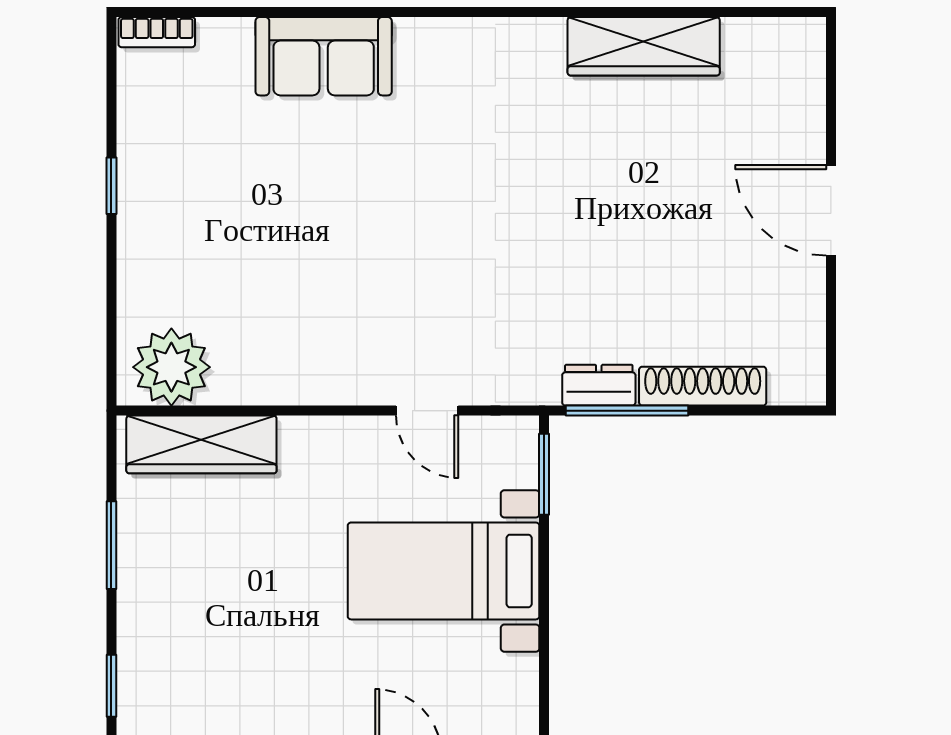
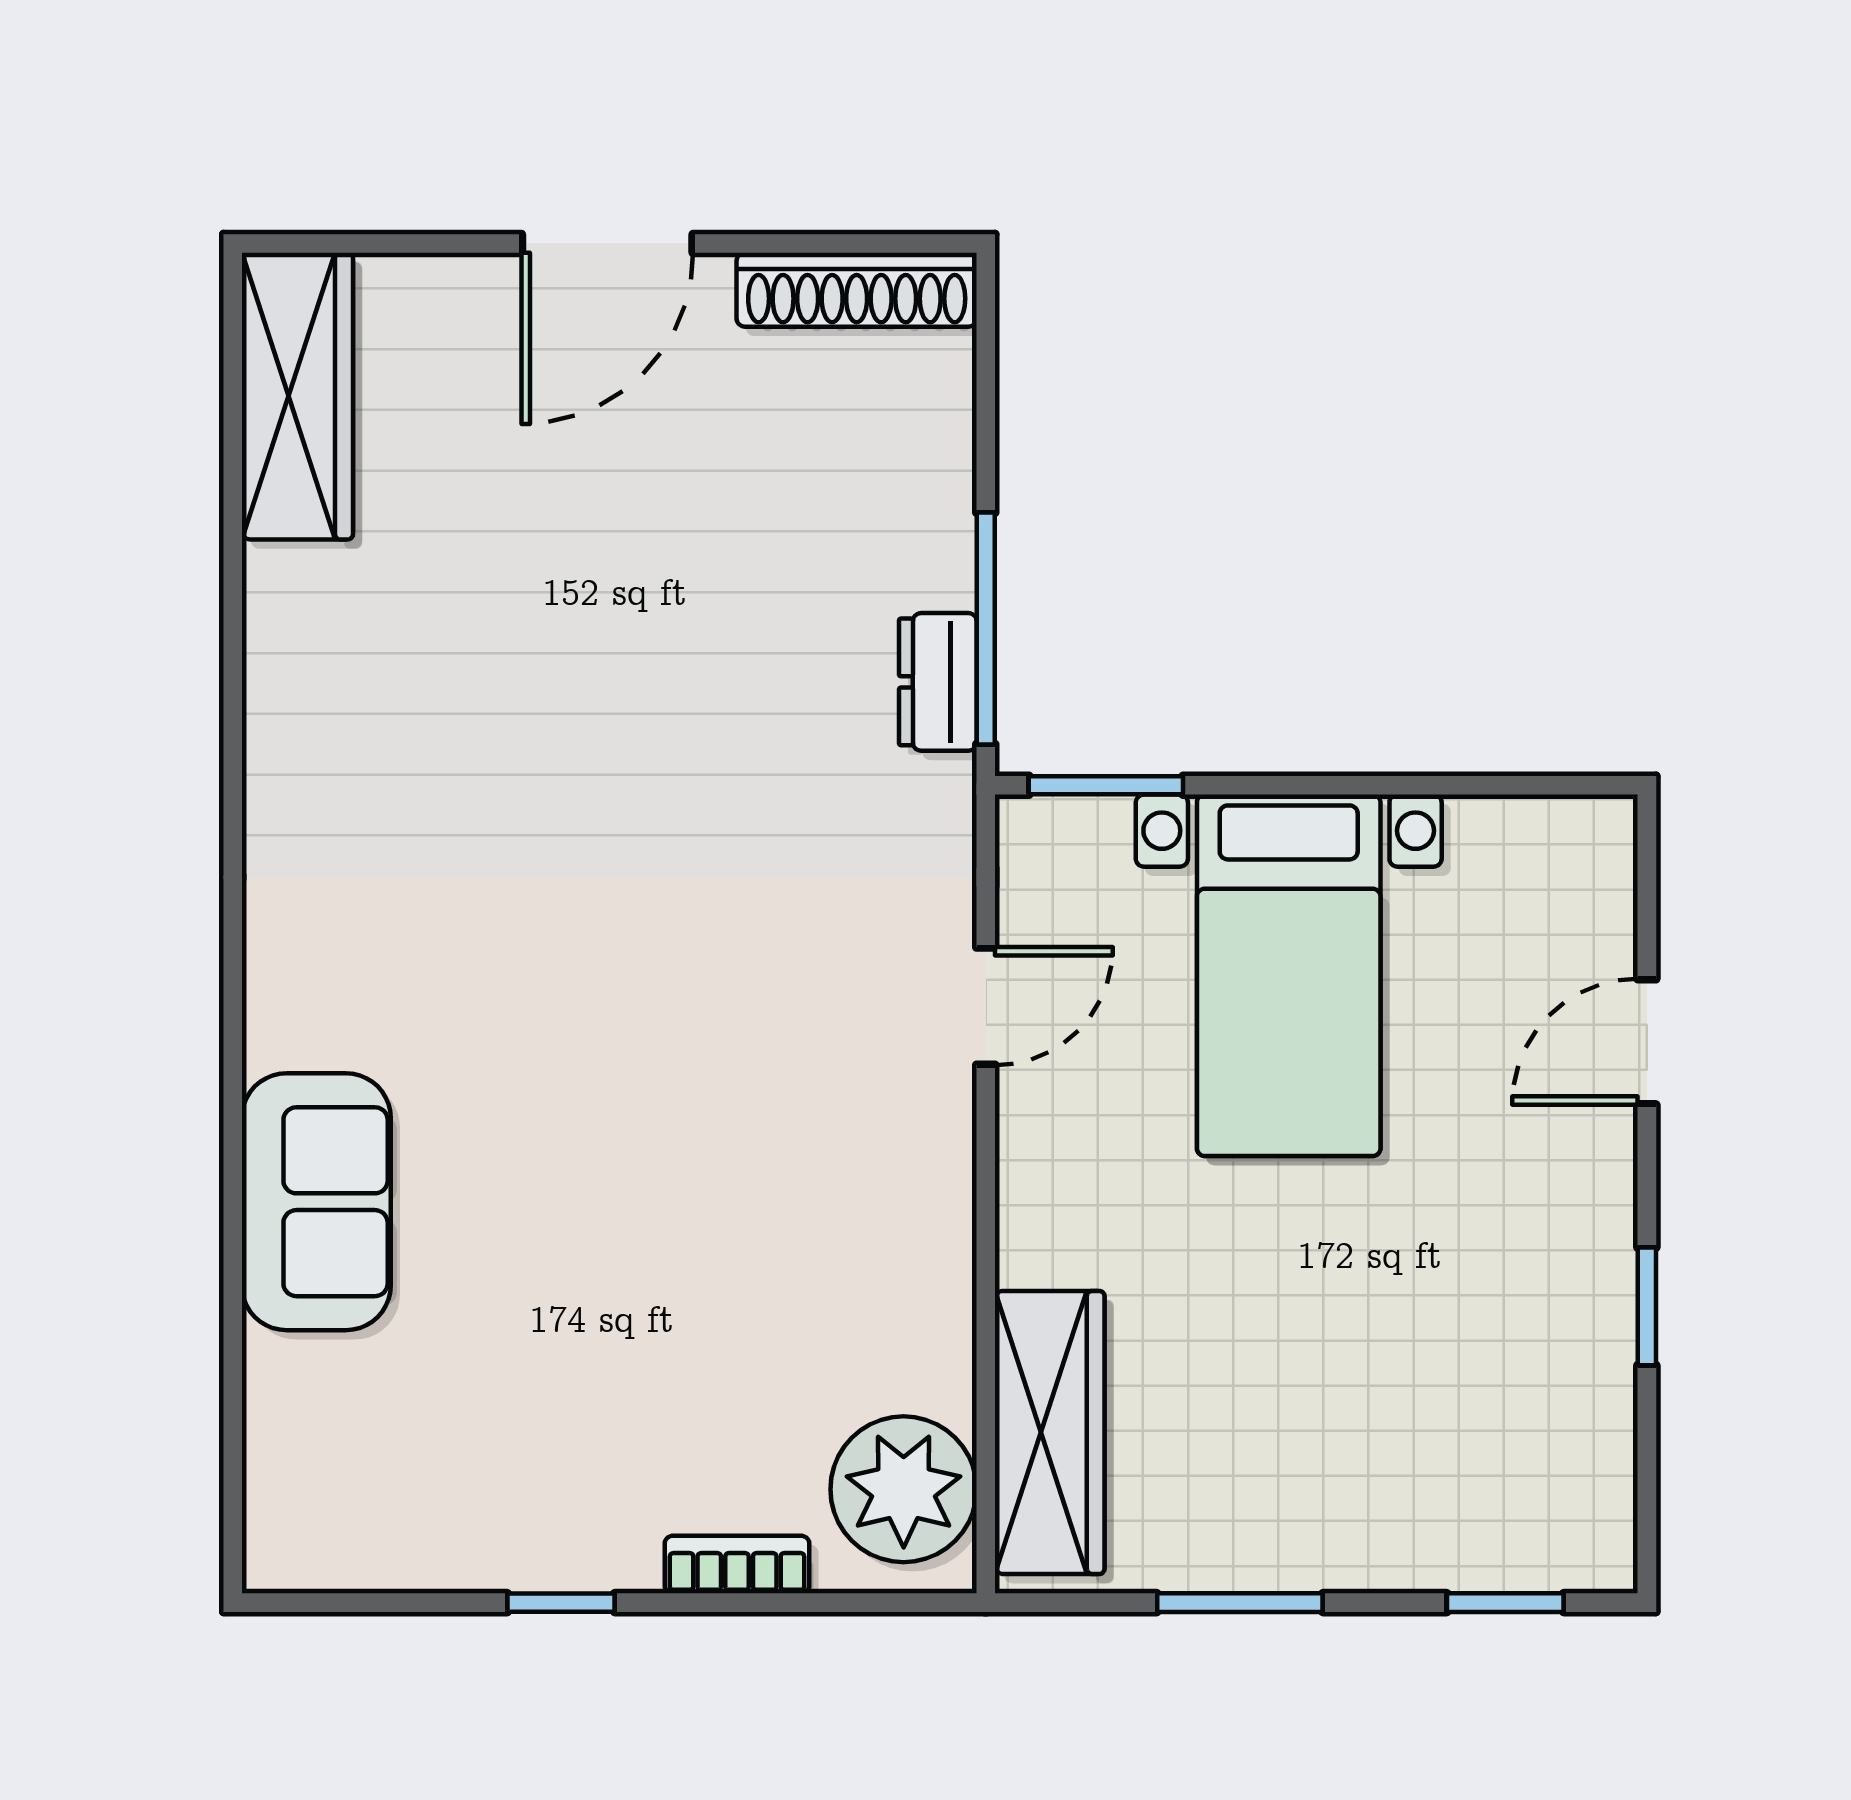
bookcase: (157, 32) -> (737, 1565), moved, turned -90
wardrobe: (644, 46) -> (297, 396), moved
shoe rack: (703, 386) -> (857, 290), moved, turned -90

